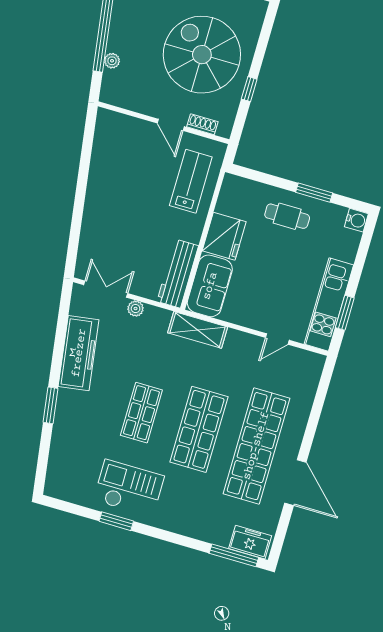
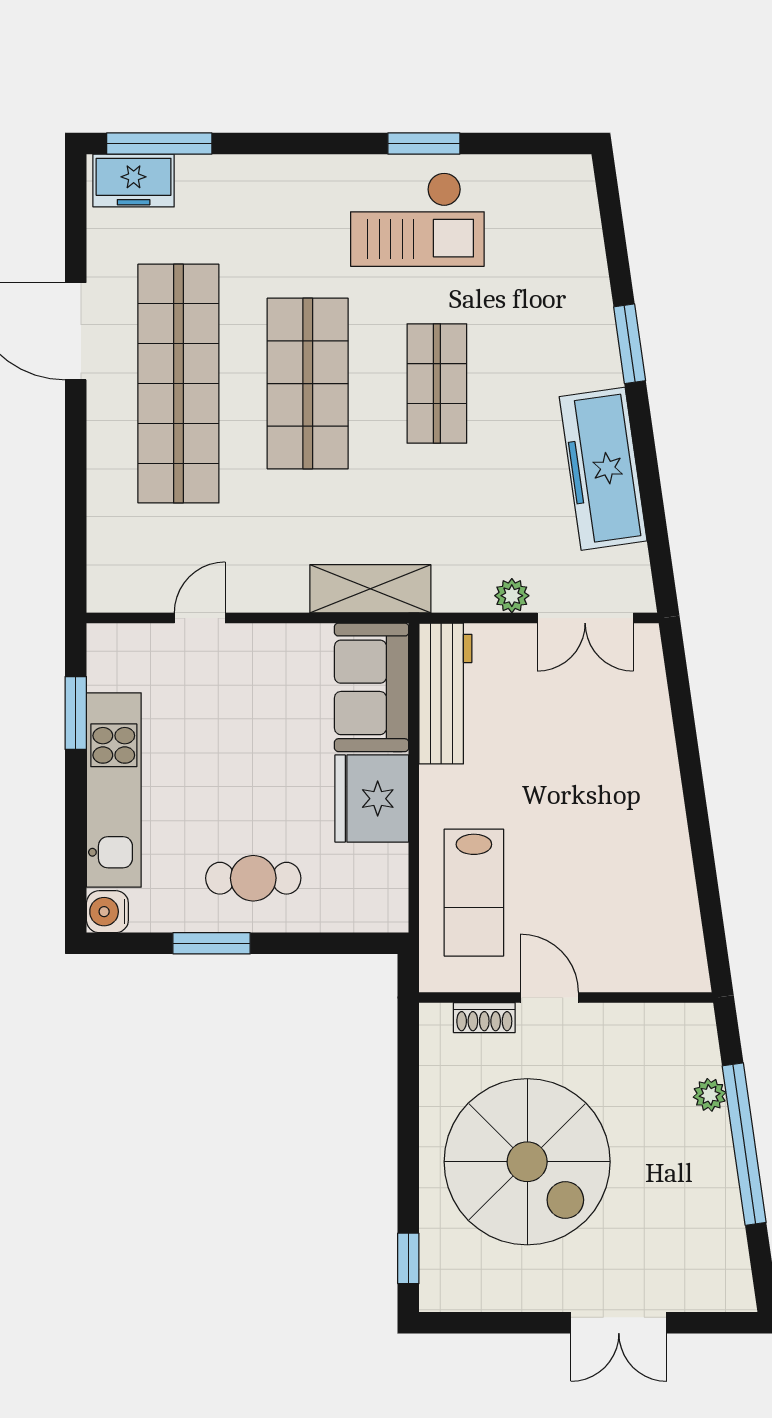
window: (249, 89) -> (408, 1258), moved
kitchen unit: (329, 305) -> (114, 790), moved

